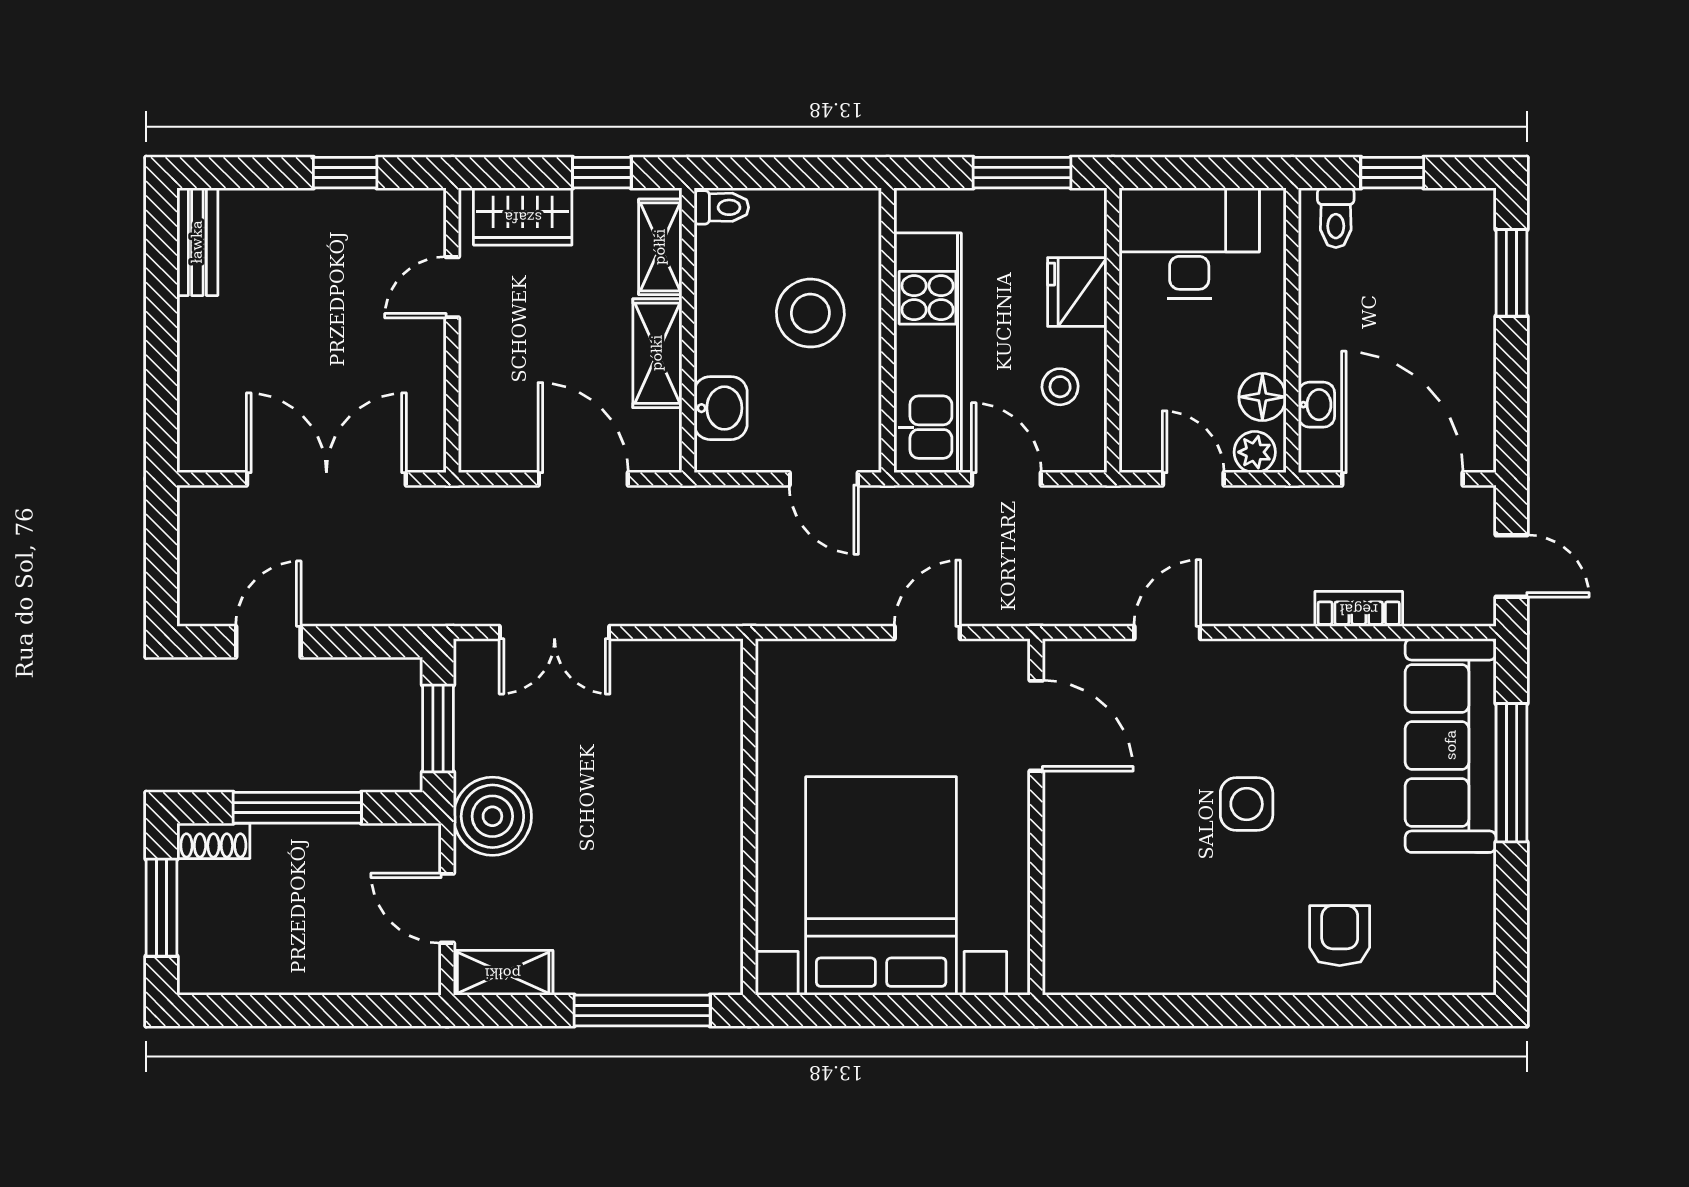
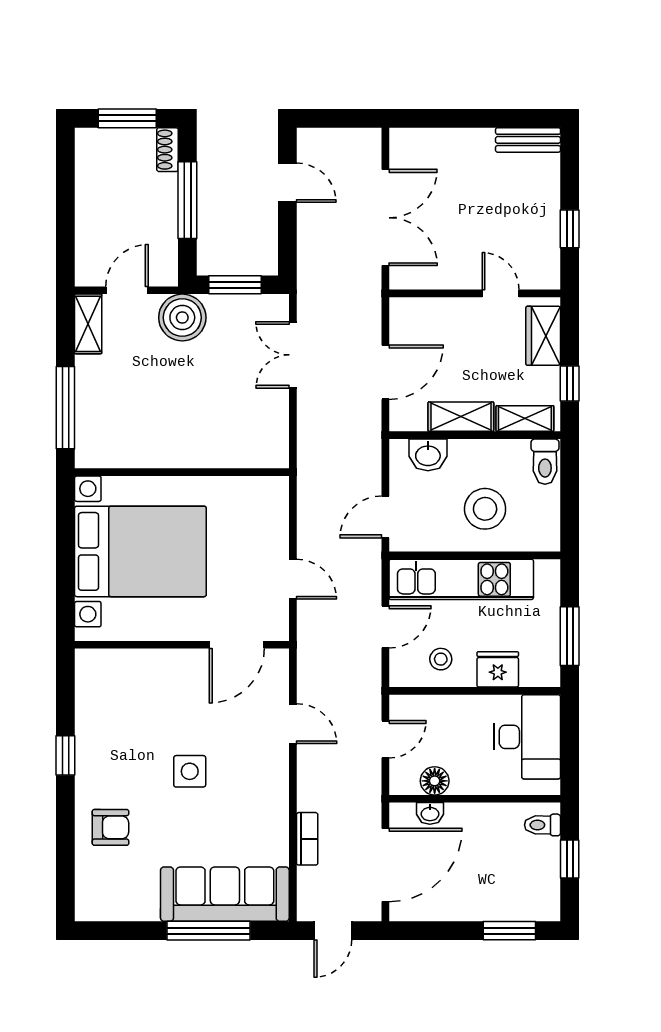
toilet: (721, 207) -> (545, 462), width x1.37, depth x1.39
plant: (1255, 452) -> (401, 776), removed
window: (1220, 1010) -> (65, 755), added

